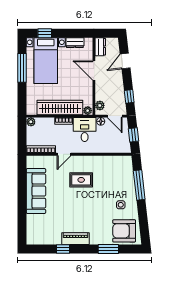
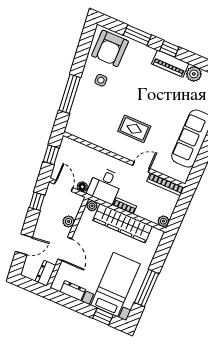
plant: (100, 105) -> (68, 221), moved
armchair: (124, 231) -> (110, 48), turned 90
plant: (55, 239) -> (194, 74), added
window: (63, 249) -> (169, 49), moved

